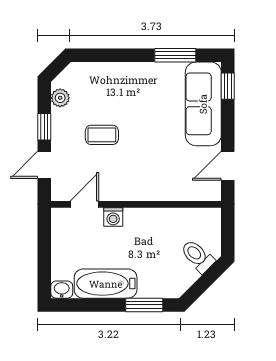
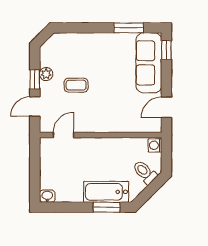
plant: (60, 98) -> (46, 74), moved
washing machine: (113, 217) -> (155, 145), moved, turned 90
bathtub: (106, 284) -> (106, 192), moved

